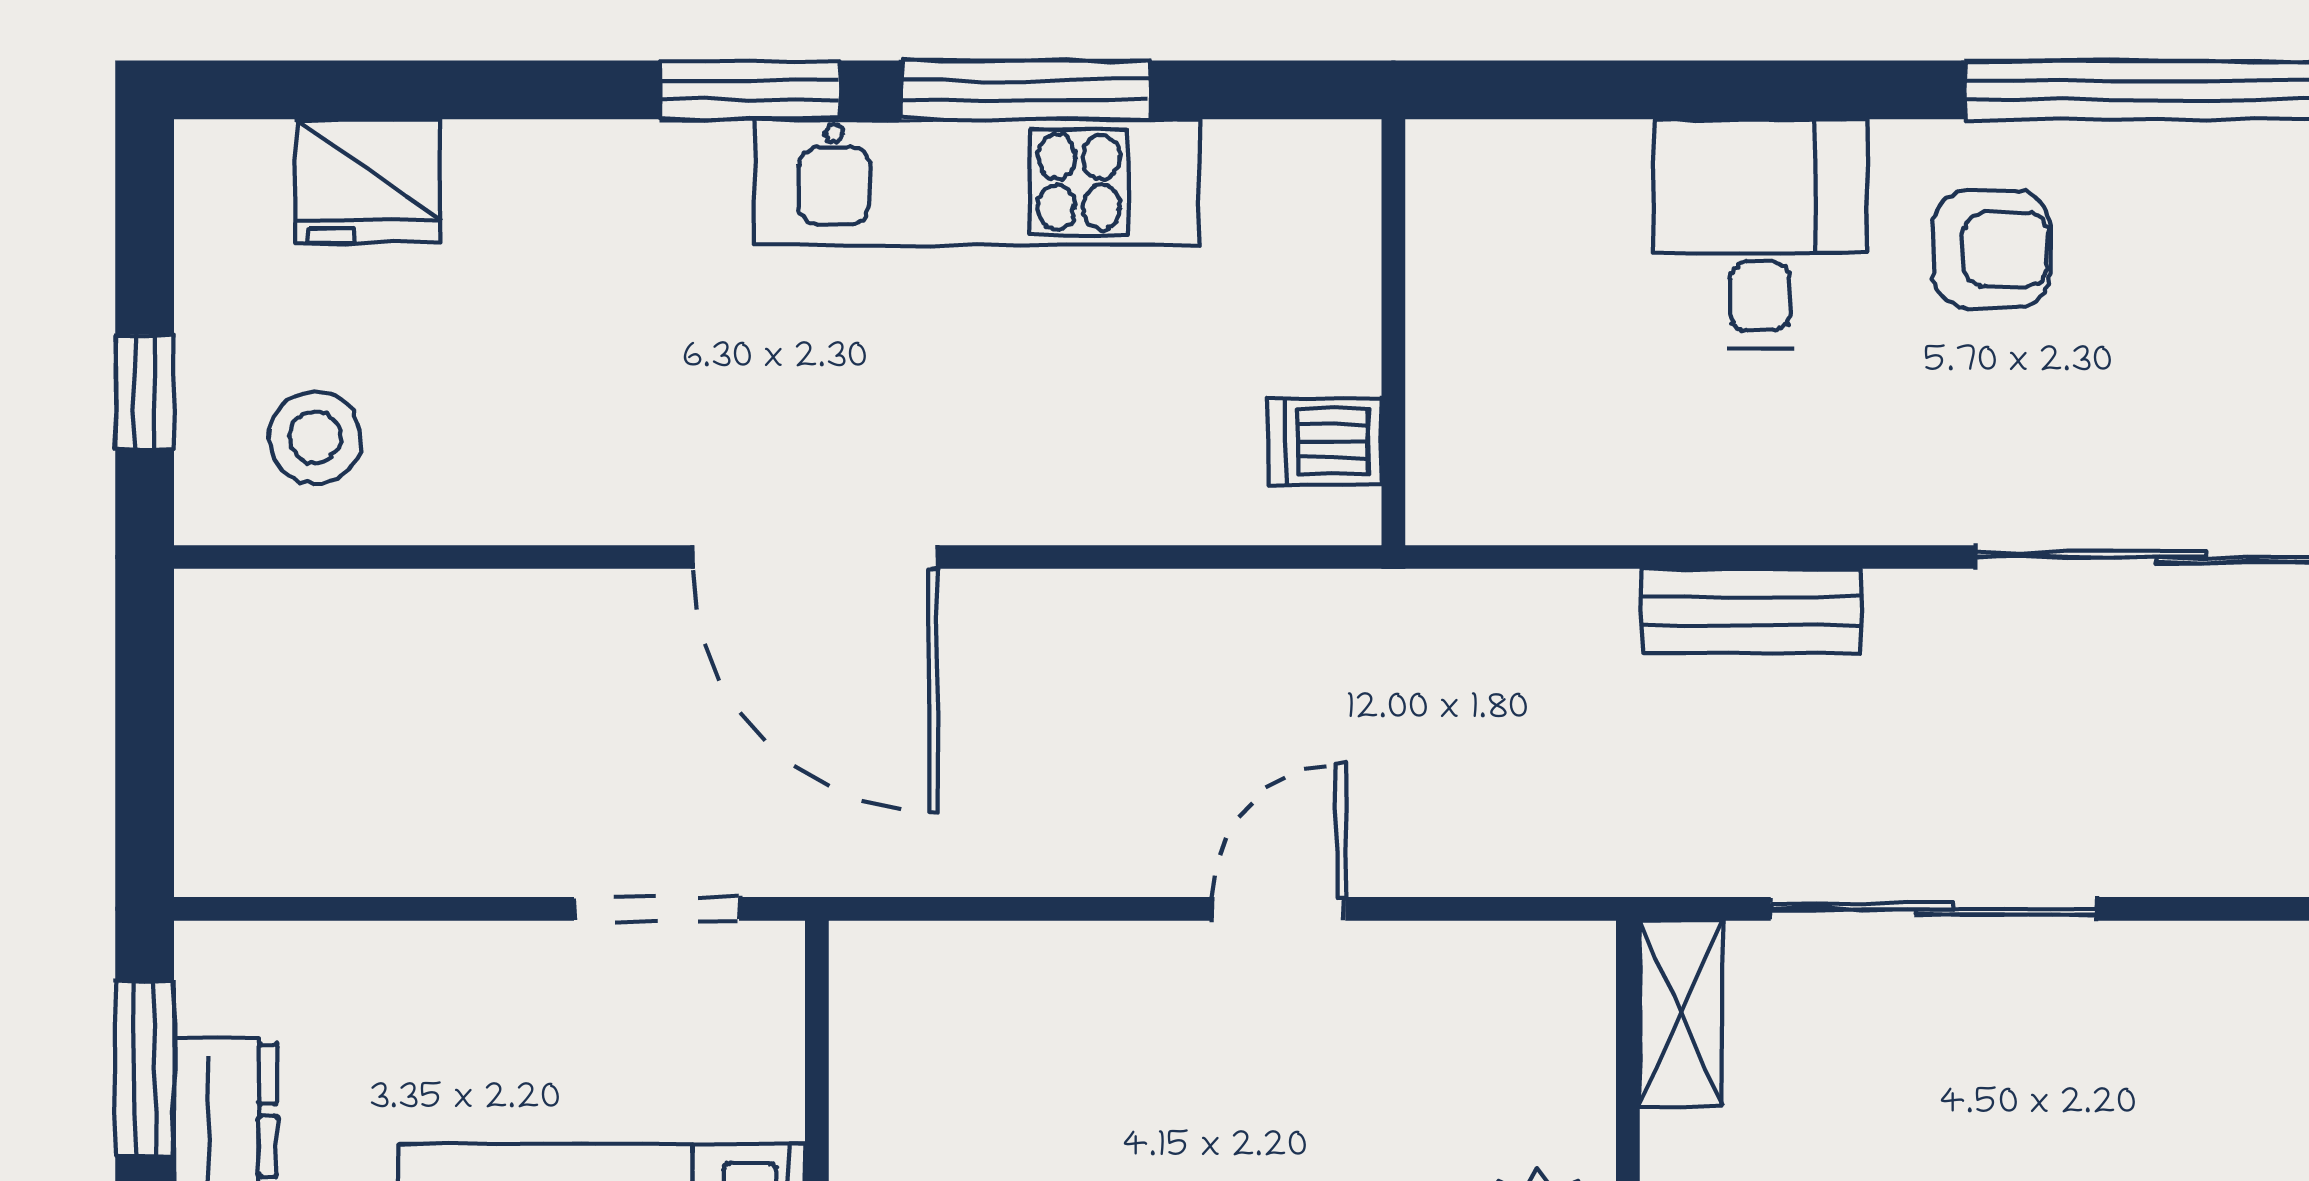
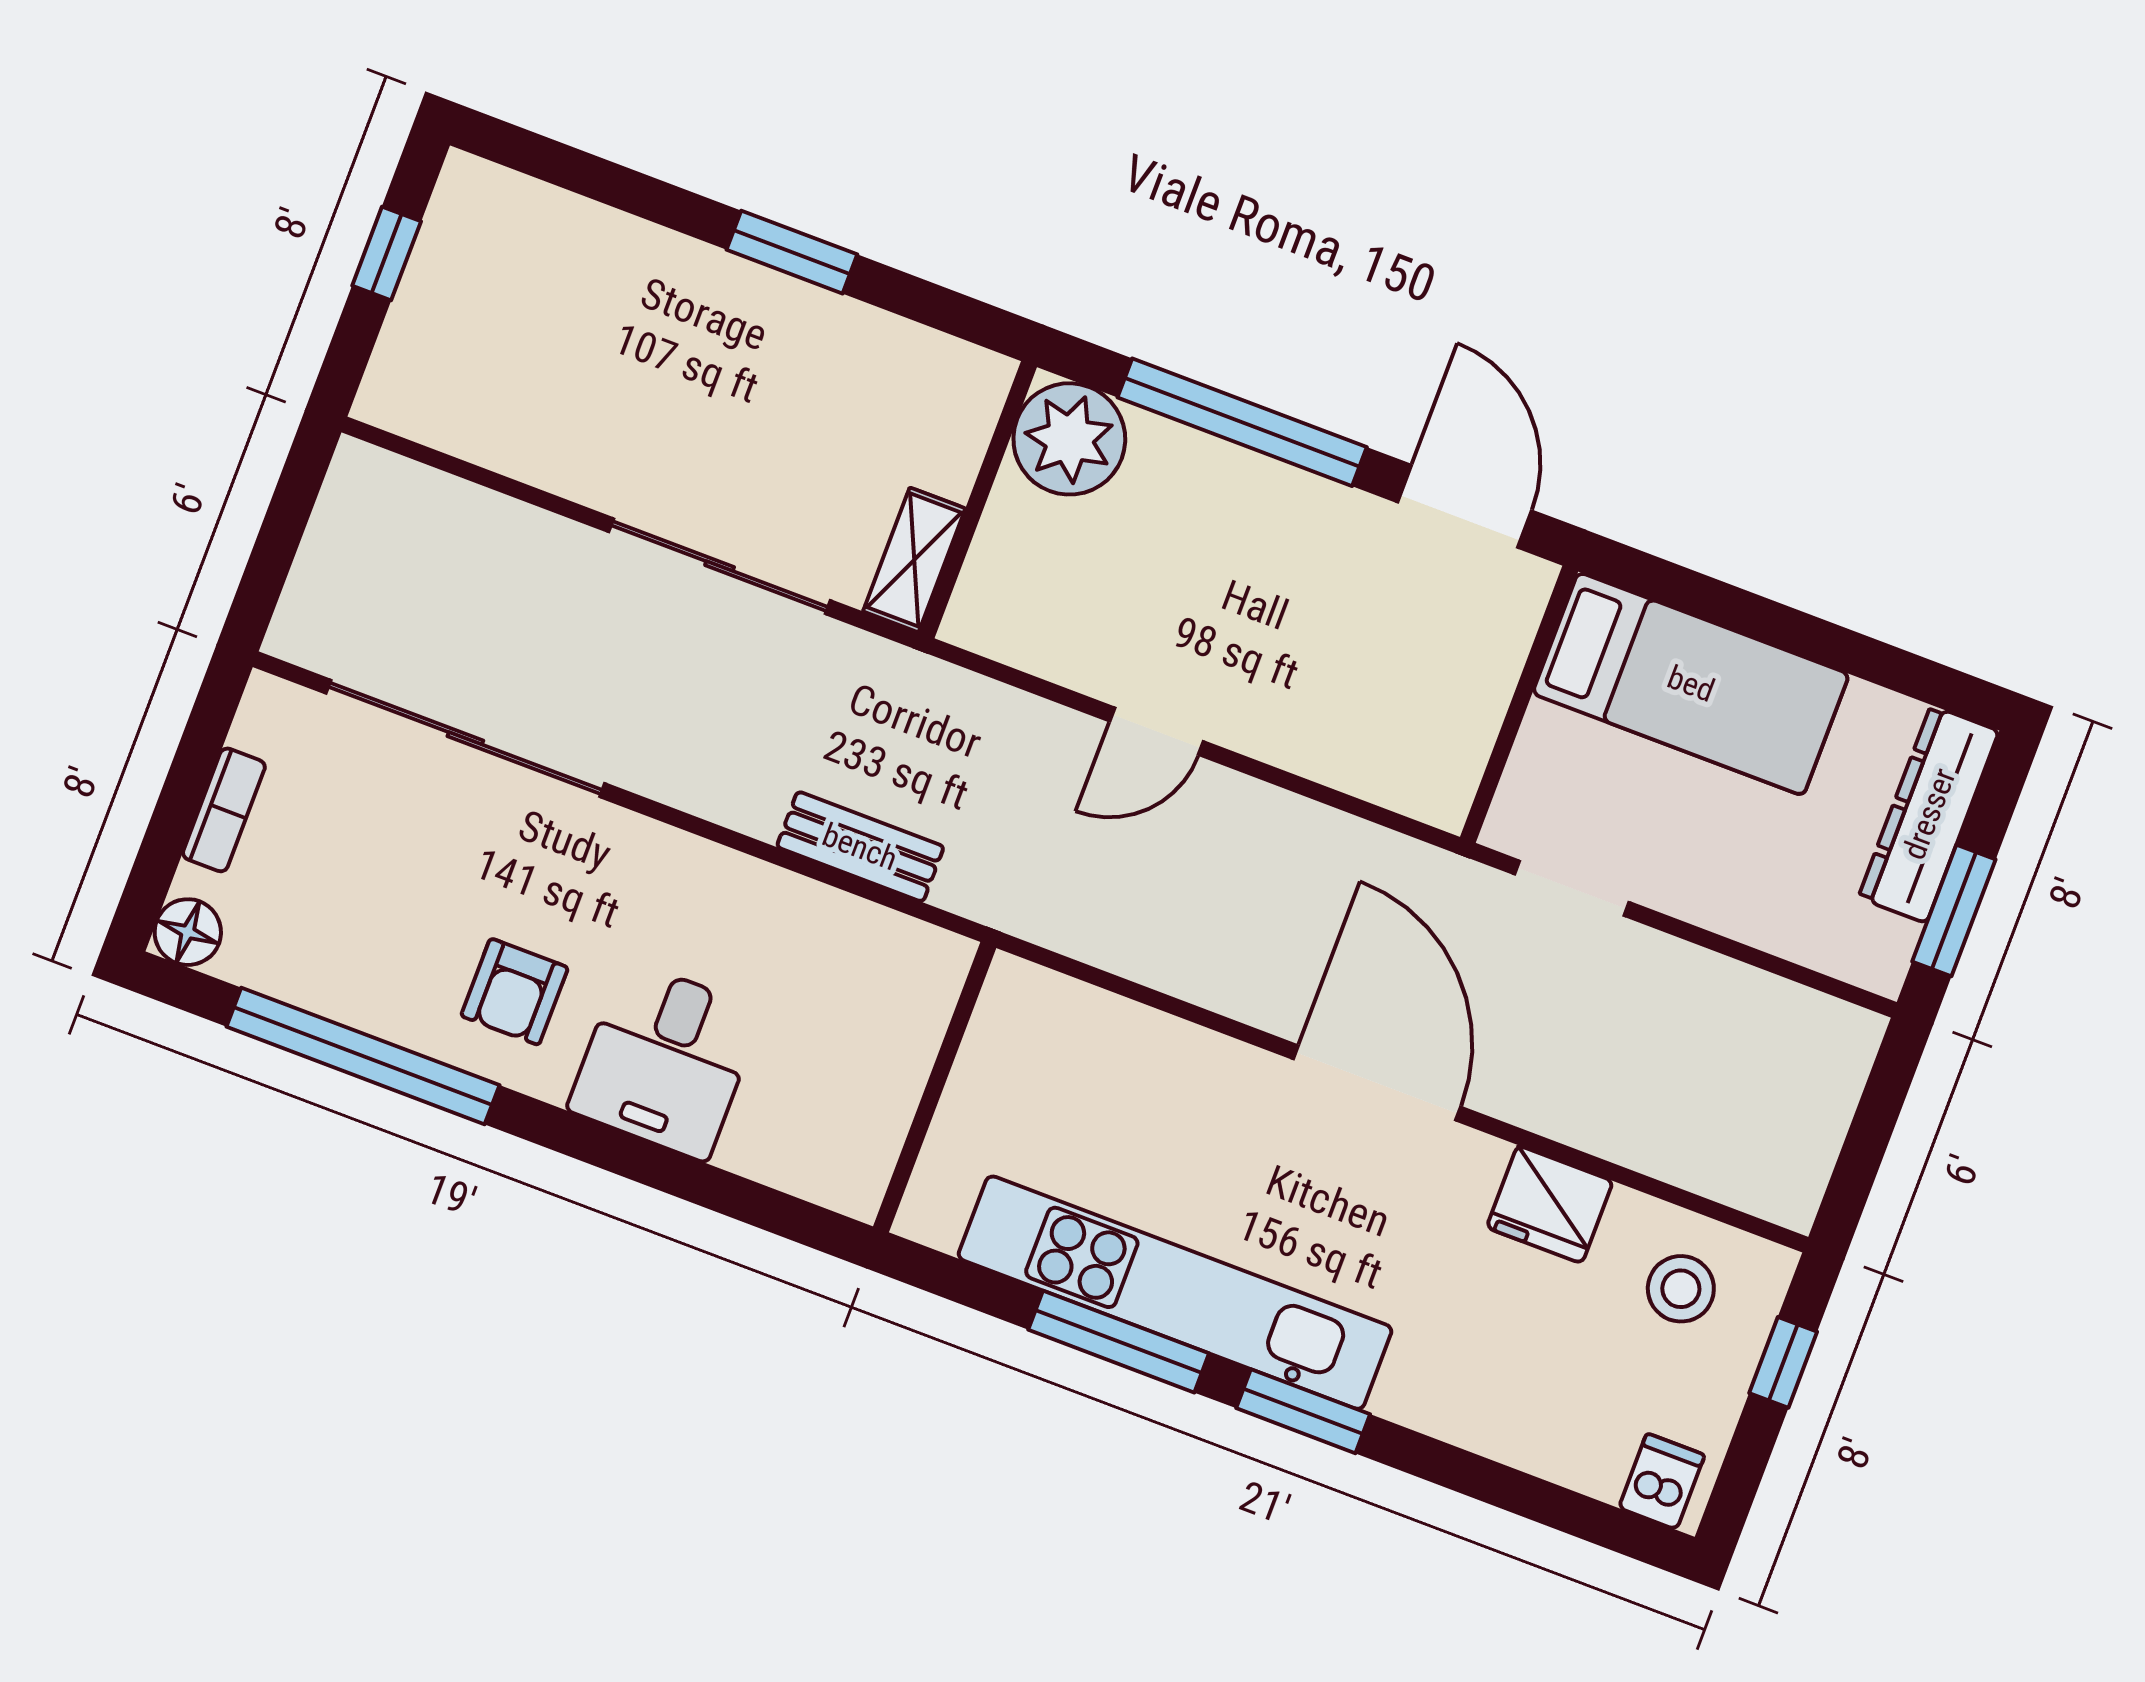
fridge: (368, 181) -> (1550, 1204), moved, turned 180
kitchen unit: (976, 182) -> (1175, 1293), width x1.36
armchair: (1992, 249) -> (515, 992), turned -90
dishwasher: (1325, 441) -> (1662, 1481), moved, turned -90
bench: (1751, 611) -> (860, 847), moved

